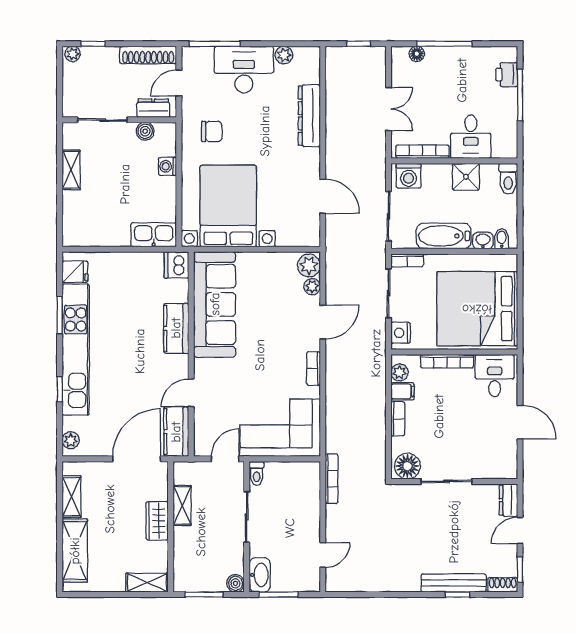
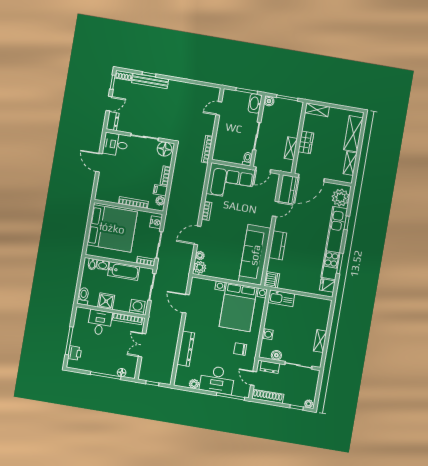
door: (179, 83) -> (254, 378), swing flipped
desk: (495, 376) -> (115, 144), moved, turned 90
plant: (71, 440) -> (341, 198), width x1.88, depth x1.88

